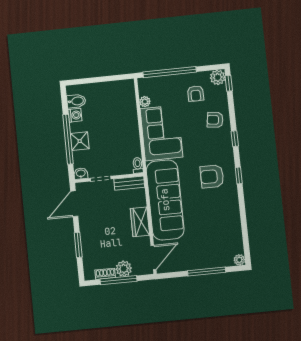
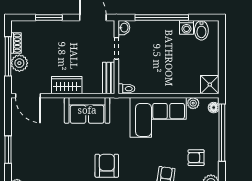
floor lamp: (147, 82) -> (214, 108), added
shower: (80, 141) -> (210, 85), moved
sofa: (165, 200) -> (87, 110), width x0.54, depth x0.79
window: (207, 271) -> (8, 150), width x0.69

